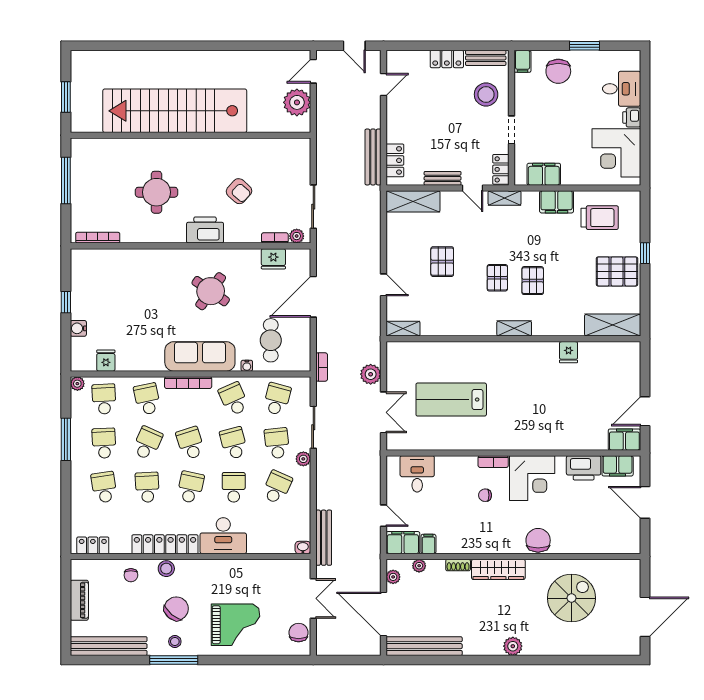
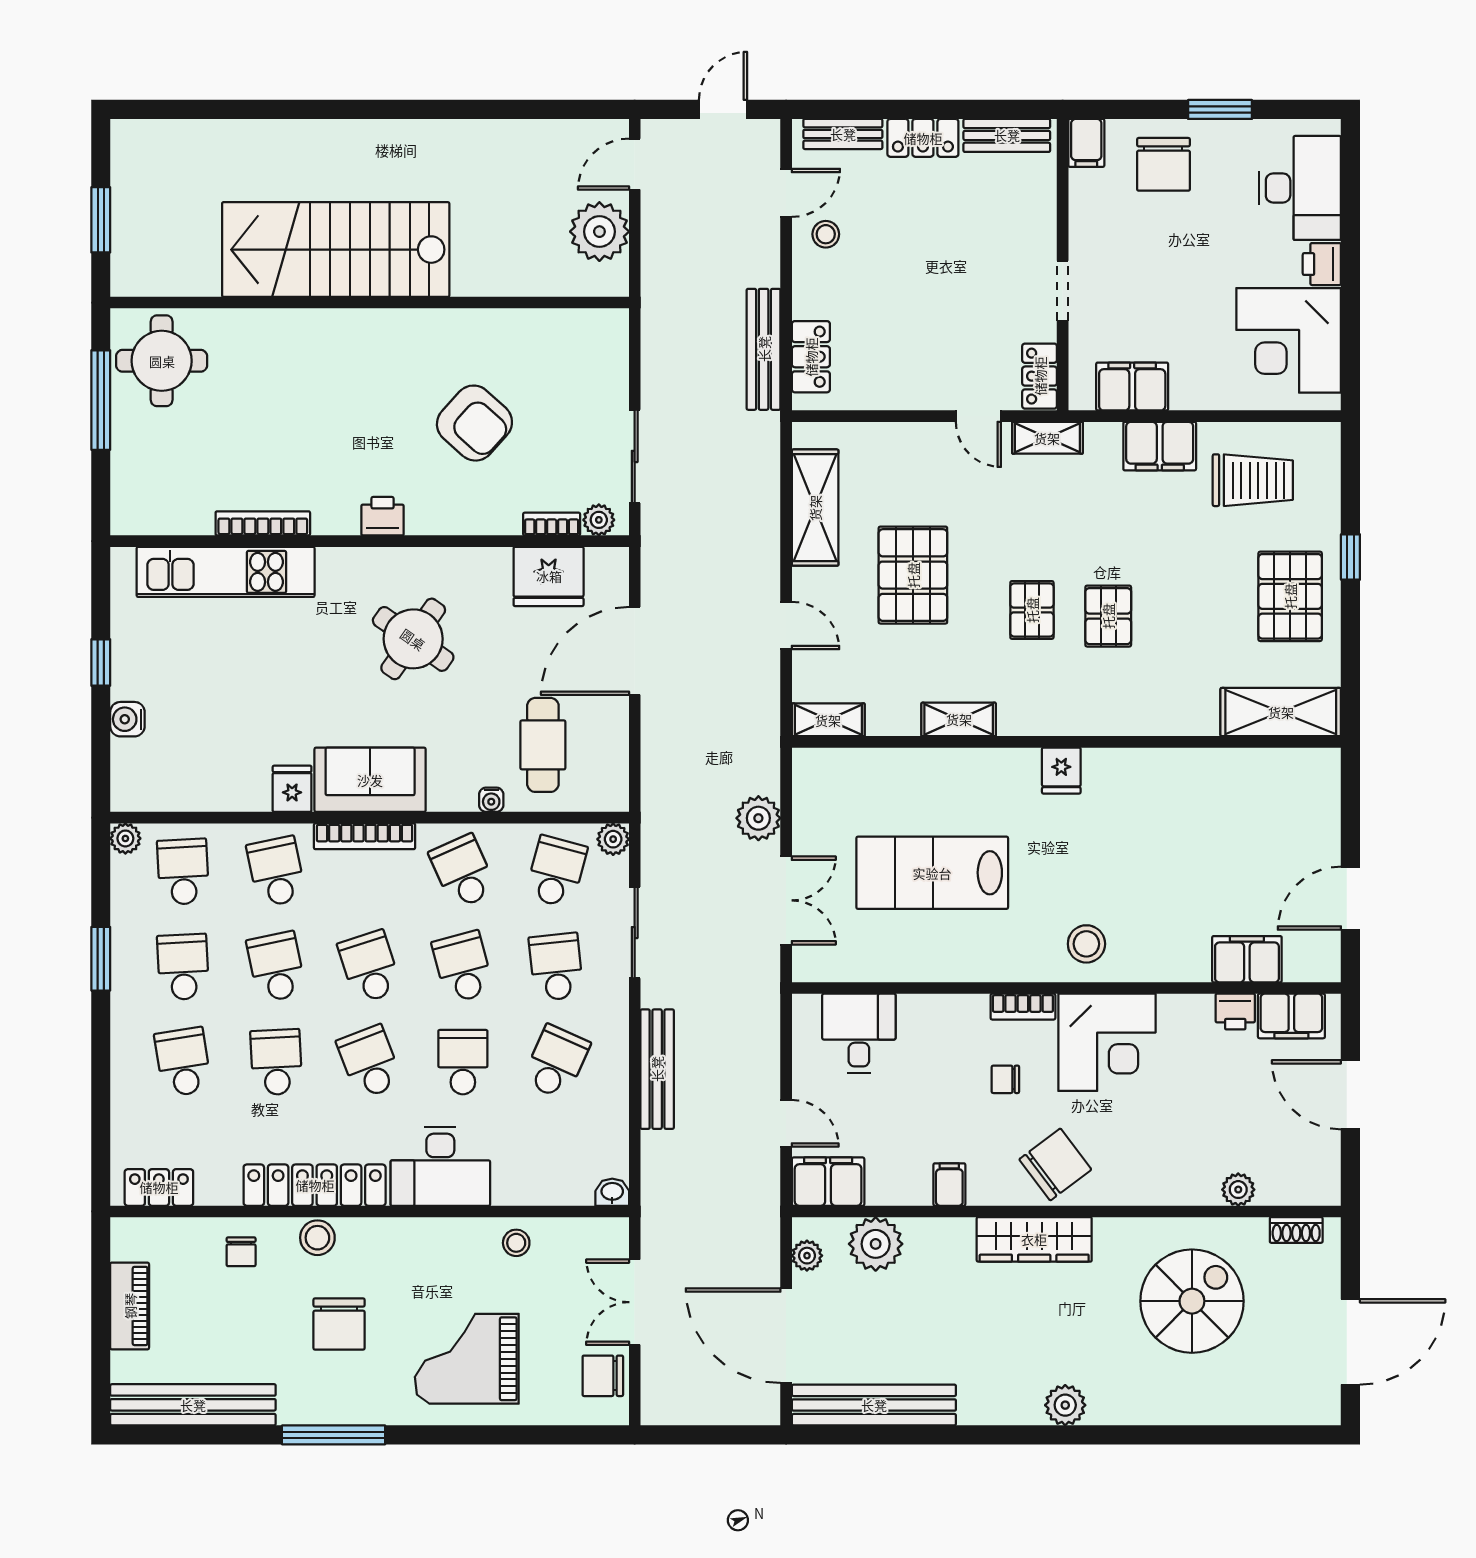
door: (354, 46) -> (723, 109), swing flipped
desk: (622, 89) -> (1300, 188), width x1.37
stool: (486, 94) -> (826, 234), moved, width x0.53, depth x0.53
stairs: (175, 111) -> (336, 250), width x0.73
bench: (443, 178) -> (843, 134), moved
armchair: (239, 191) -> (474, 423), width x1.38, depth x1.38
round table: (156, 192) -> (162, 361), moved
shelving: (413, 201) -> (815, 508), moved, turned 90
printer: (205, 230) -> (383, 516), width x0.53, depth x0.68
bookcase: (98, 238) -> (263, 523), moved
fridge: (273, 259) -> (549, 576), width x1.36, depth x1.34
kitchen unit: (124, 260) -> (226, 572), added
pallet: (442, 262) -> (913, 575), width x1.50, depth x1.42
pallet: (617, 271) -> (1290, 596), turned 90
shelving: (514, 328) -> (959, 719), moved
fridge: (569, 352) -> (1061, 771), moved
sofa: (200, 356) -> (370, 780), width x0.73
fridge: (106, 361) -> (292, 789), moved
bookcase: (322, 367) -> (653, 803), removed
stool: (523, 432) -> (1086, 944), added
window: (66, 439) -> (101, 959), width x0.69
filing cabinet: (624, 440) -> (1247, 959), moved
school desk: (147, 443) -> (276, 967), turned -36
plant: (303, 459) -> (613, 839), moved
printer: (584, 468) -> (1235, 1012), width x0.53, depth x0.68
school desk: (190, 487) -> (370, 1062), turned -33
bench: (324, 538) -> (657, 1069), moved
chair: (538, 540) -> (1055, 1164), moved, turned 53
filing cabinet: (428, 544) -> (949, 1185), moved
plant: (593, 546) -> (1238, 1190), added
shoe rack: (458, 565) -> (1296, 1230), moved
plant: (419, 566) -> (876, 1244), width x1.88, depth x1.88
double door: (313, 598) -> (635, 1302), swing flipped
chair: (176, 609) -> (339, 1324), turned 140
grand piano: (235, 625) -> (467, 1359), turned 180
chair: (299, 633) -> (603, 1376), turned -90
stool: (175, 641) -> (516, 1243), moved

